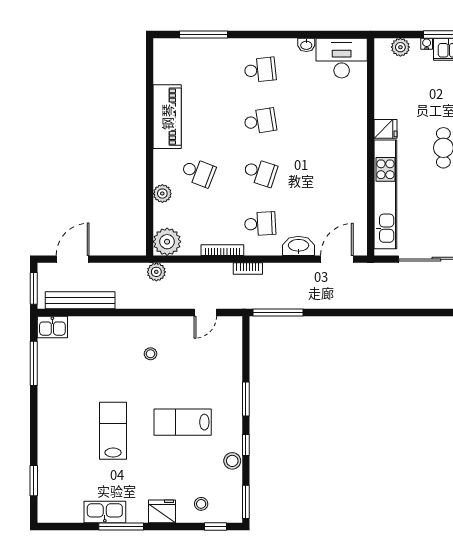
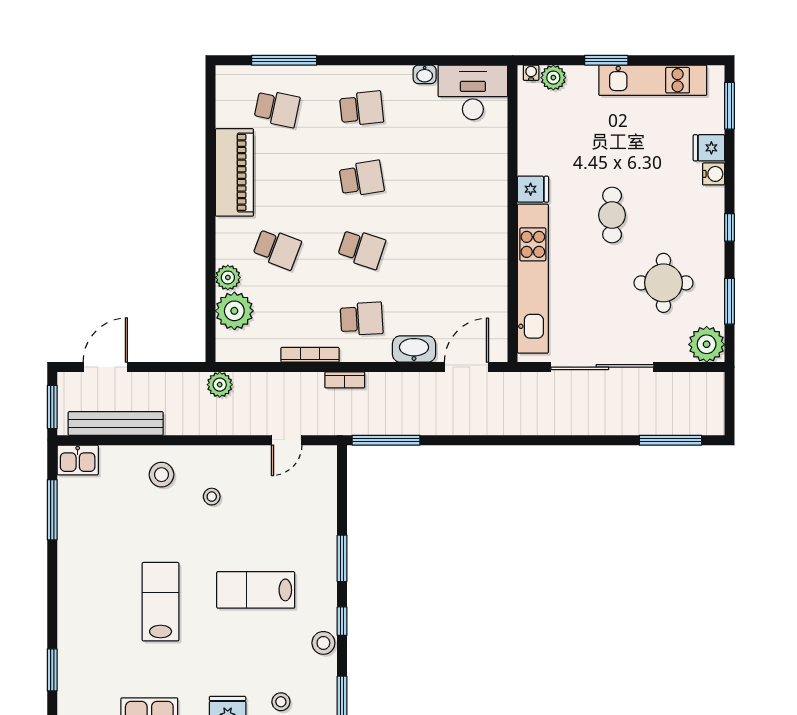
water cooler: (427, 44) -> (531, 73), moved
school desk: (198, 70) -> (277, 108), added
plant: (167, 242) -> (234, 311), moved
stool: (114, 338) -> (161, 475), added

